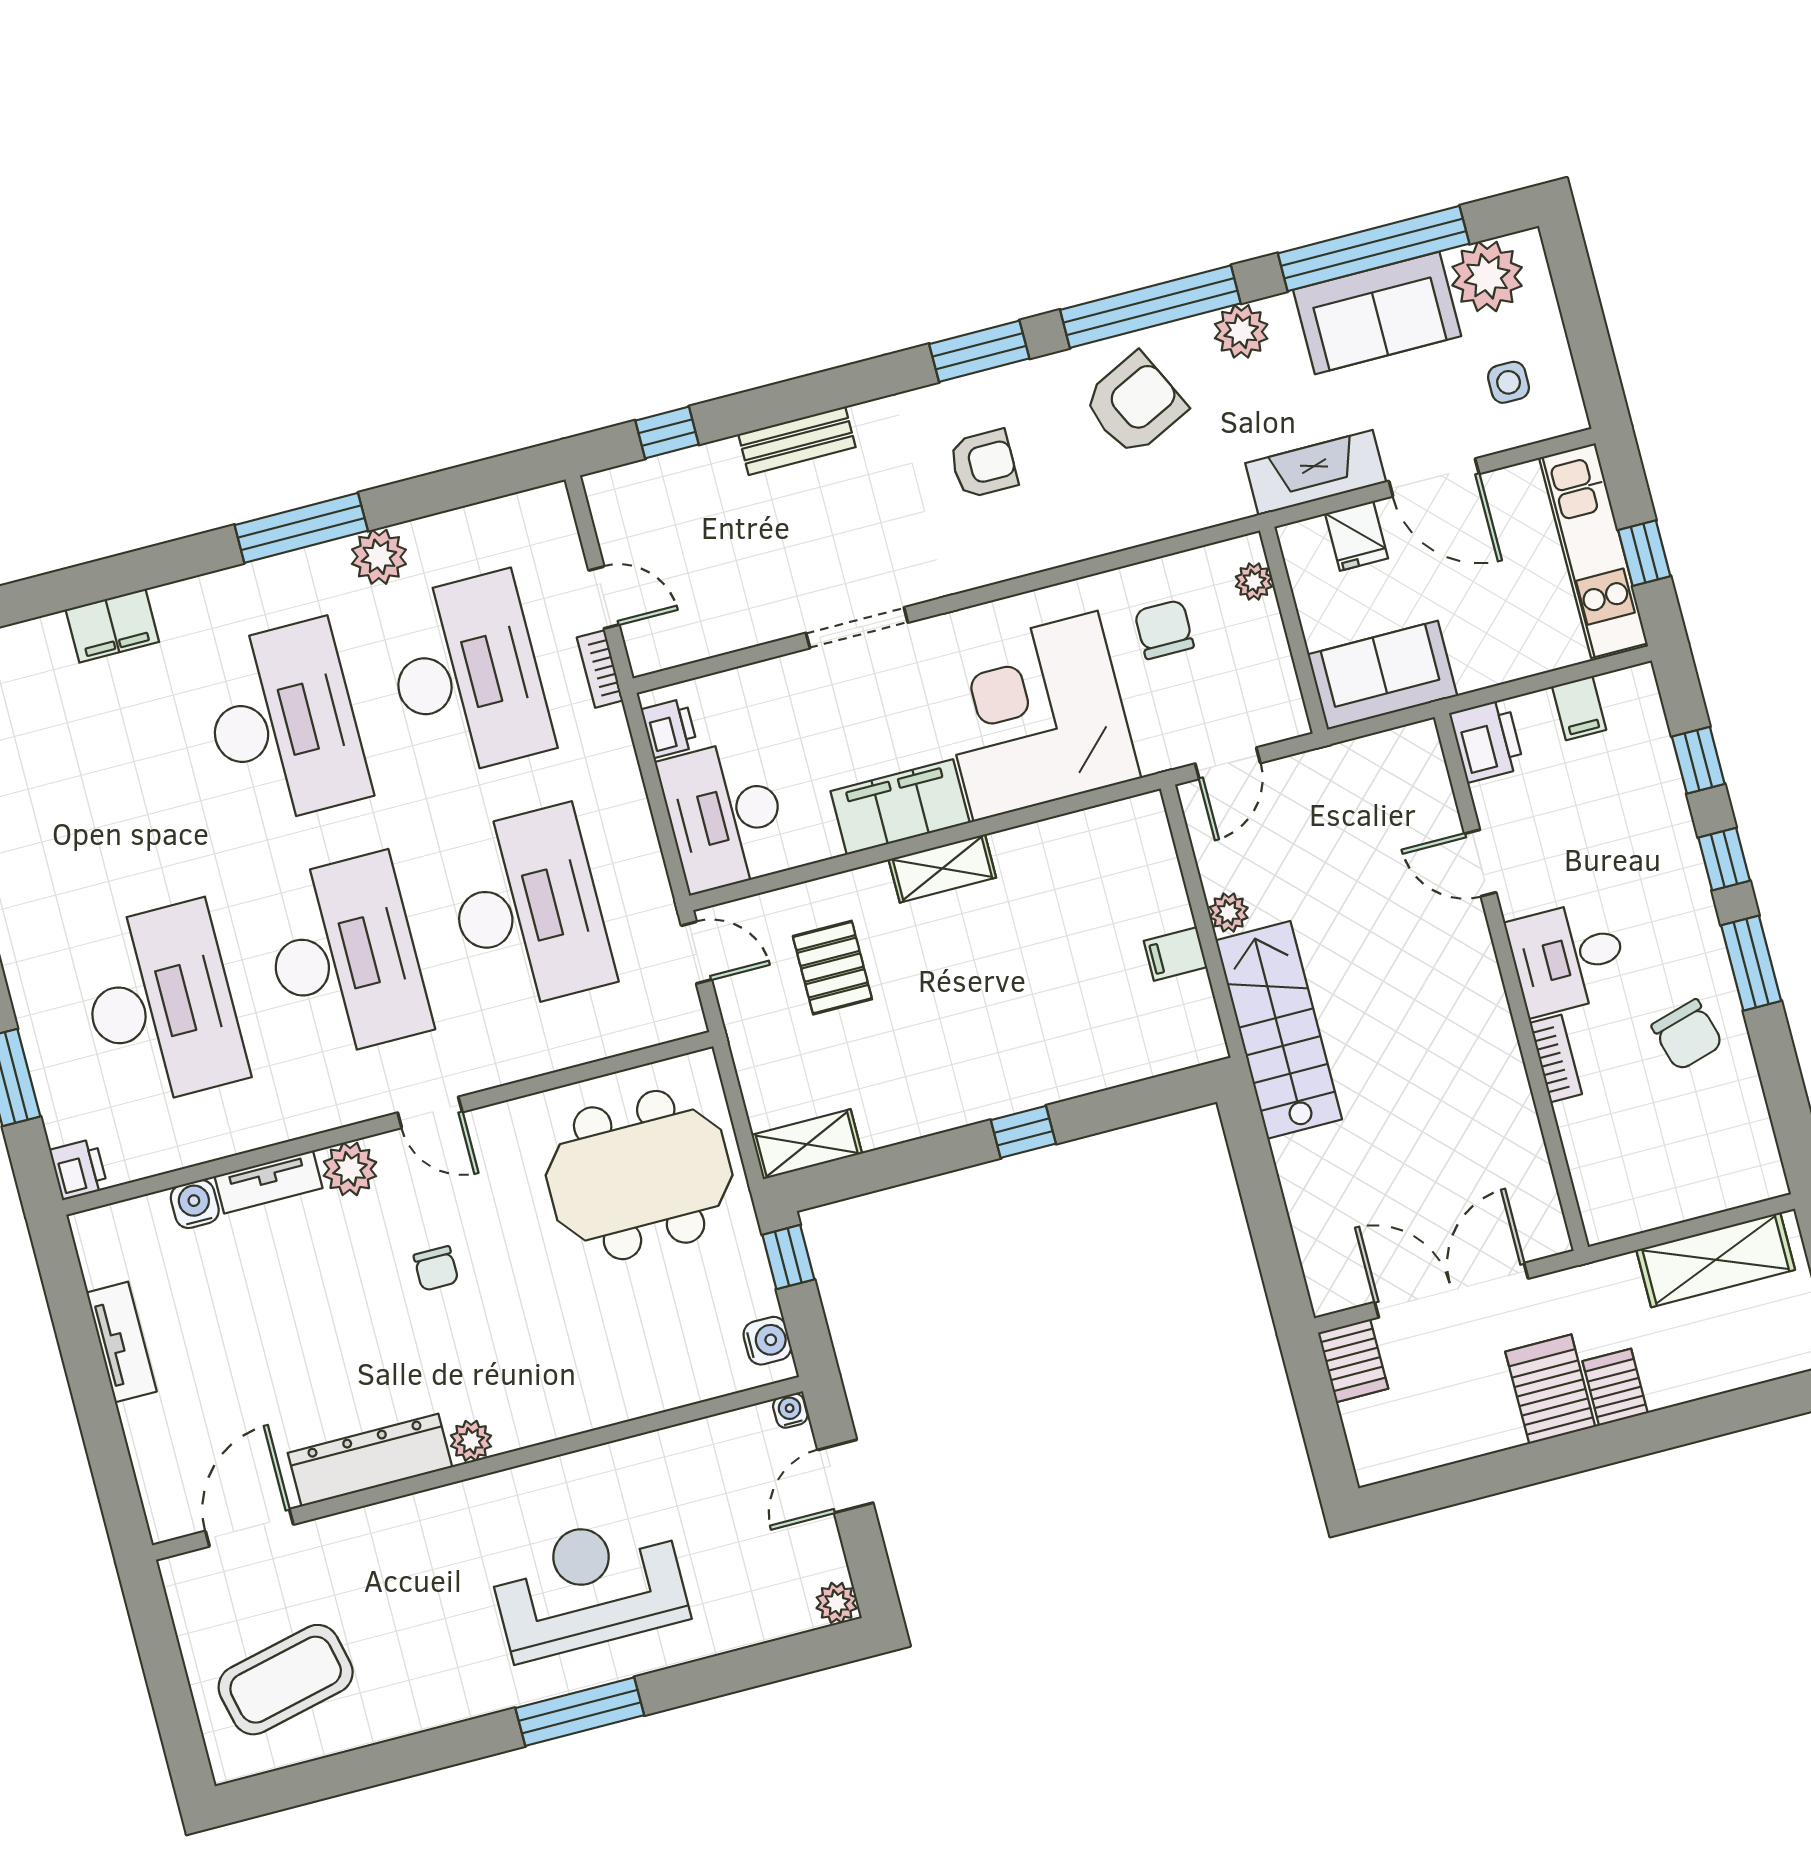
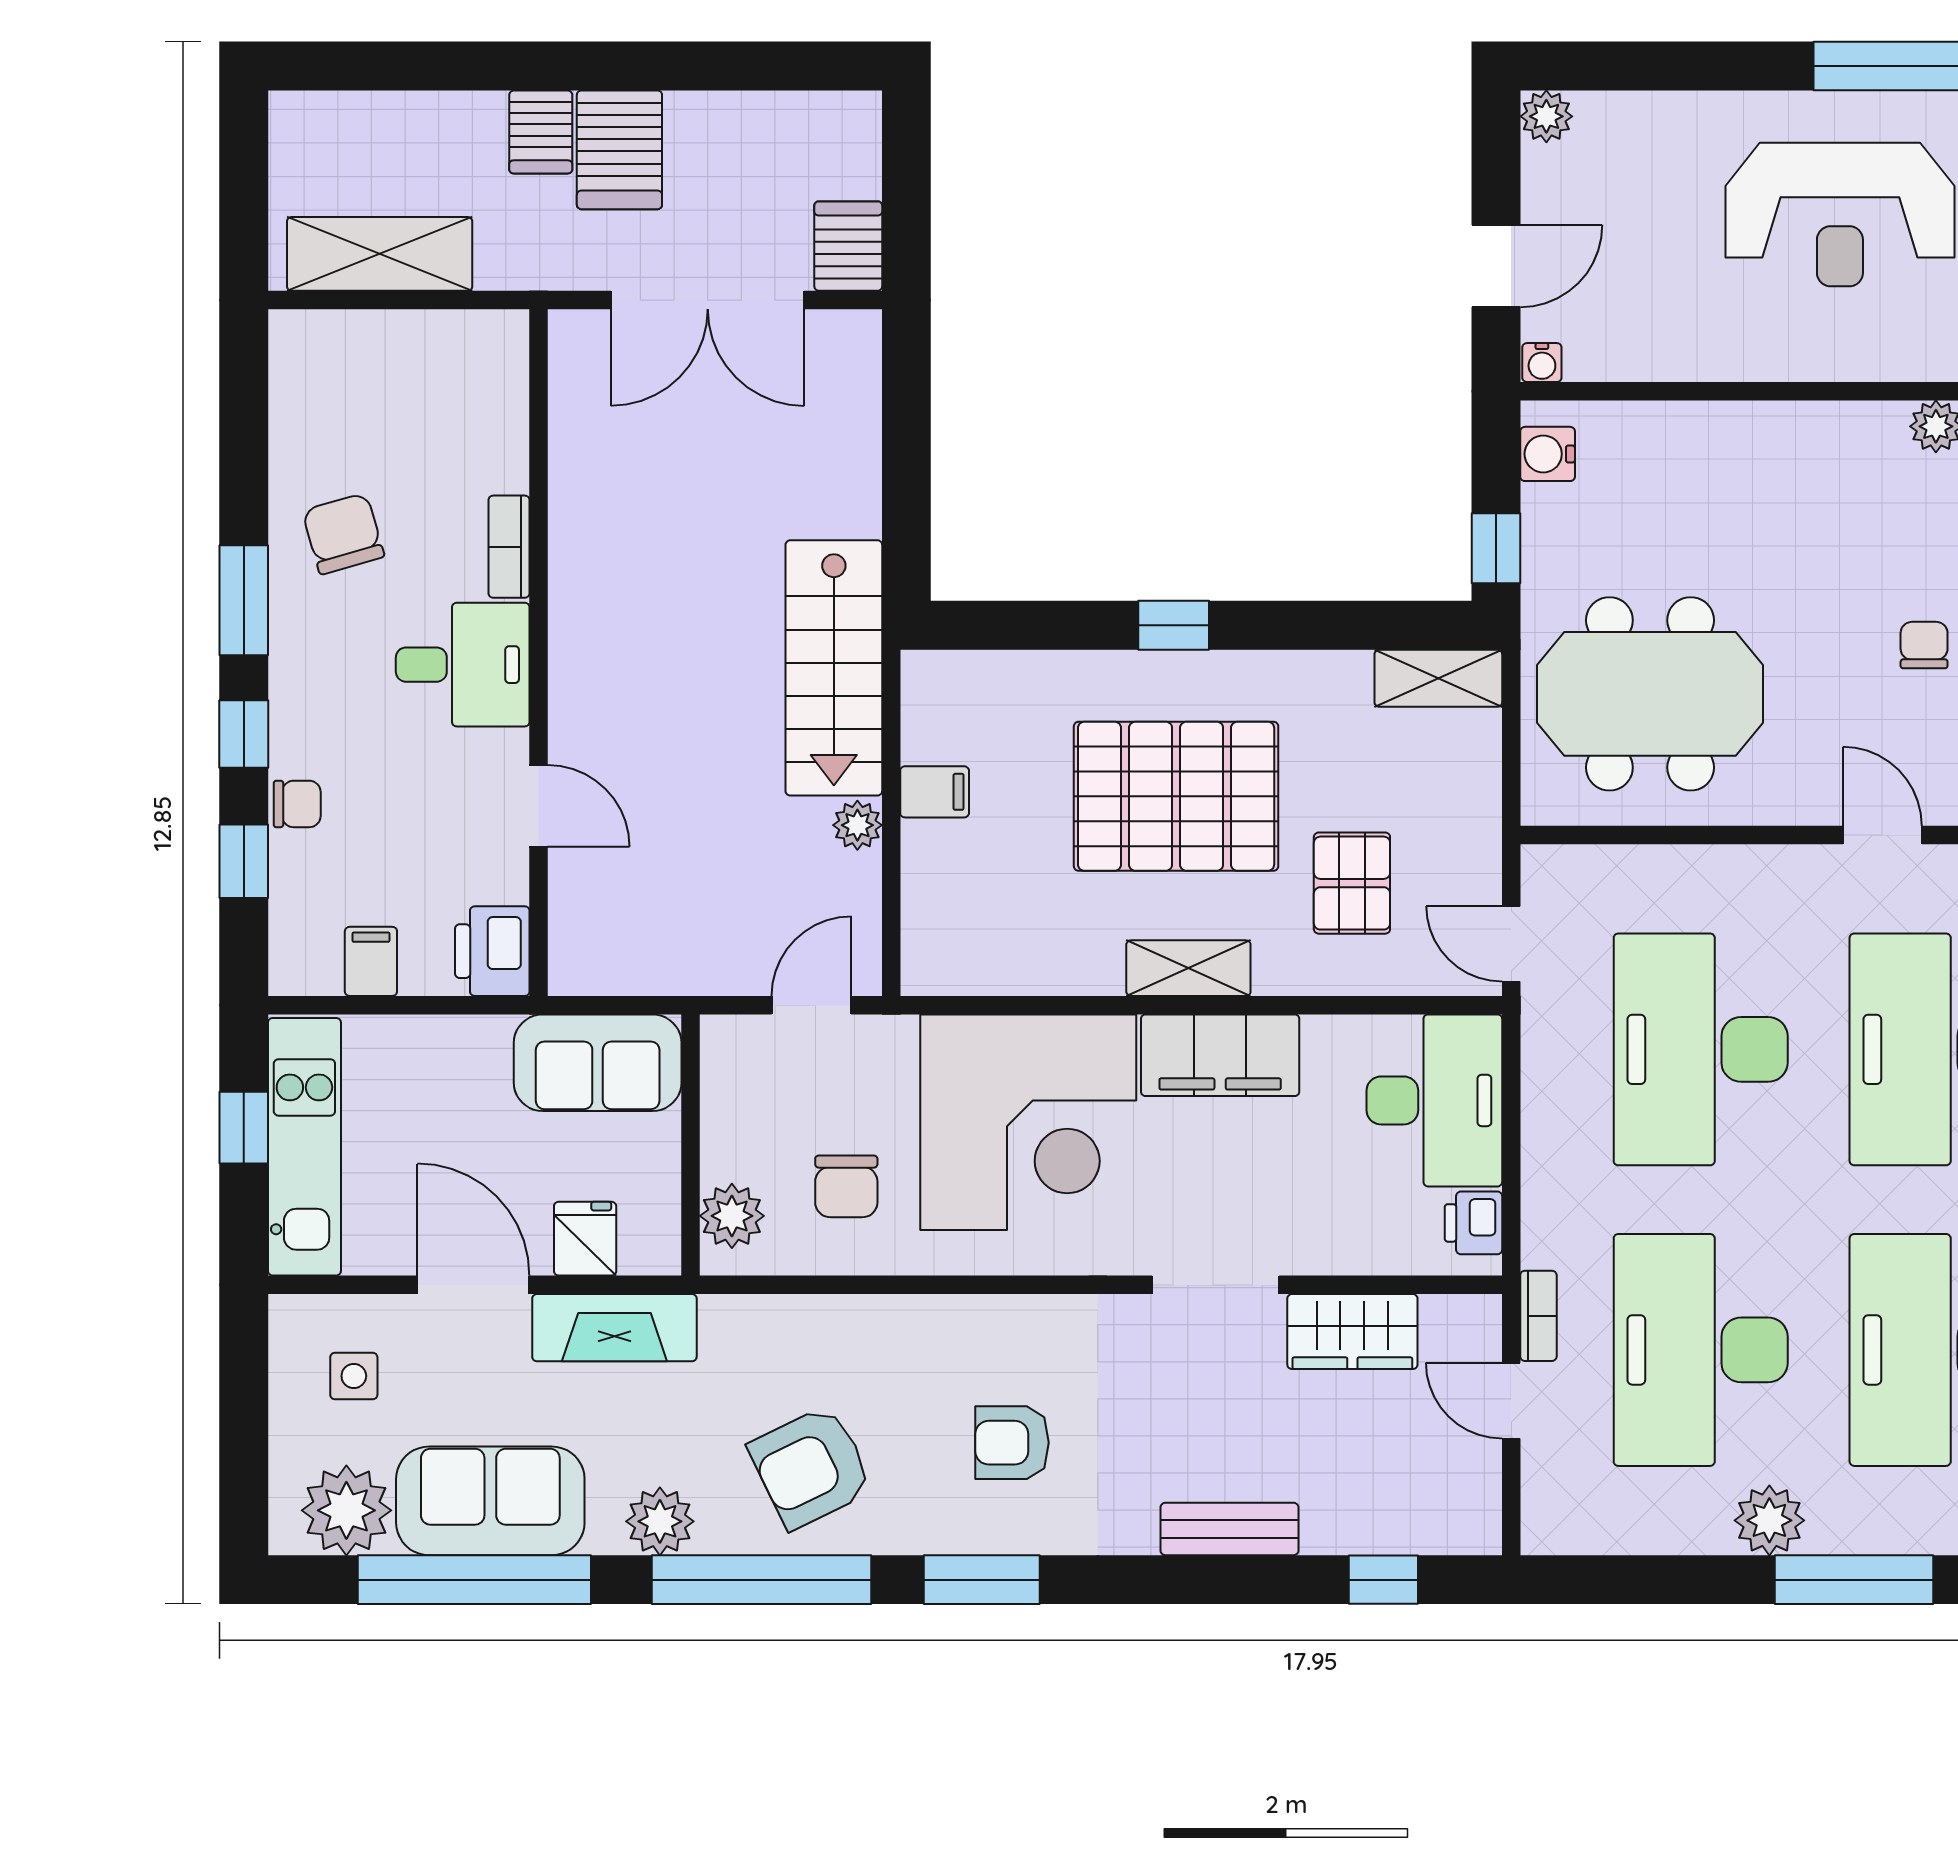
plant: (1254, 582) -> (732, 1216), width x1.38, depth x1.38
wardrobe: (741, 619) -> (1352, 1332), added
chair: (1668, 816) -> (297, 804), added
pallet: (987, 999) -> (1176, 796), added

